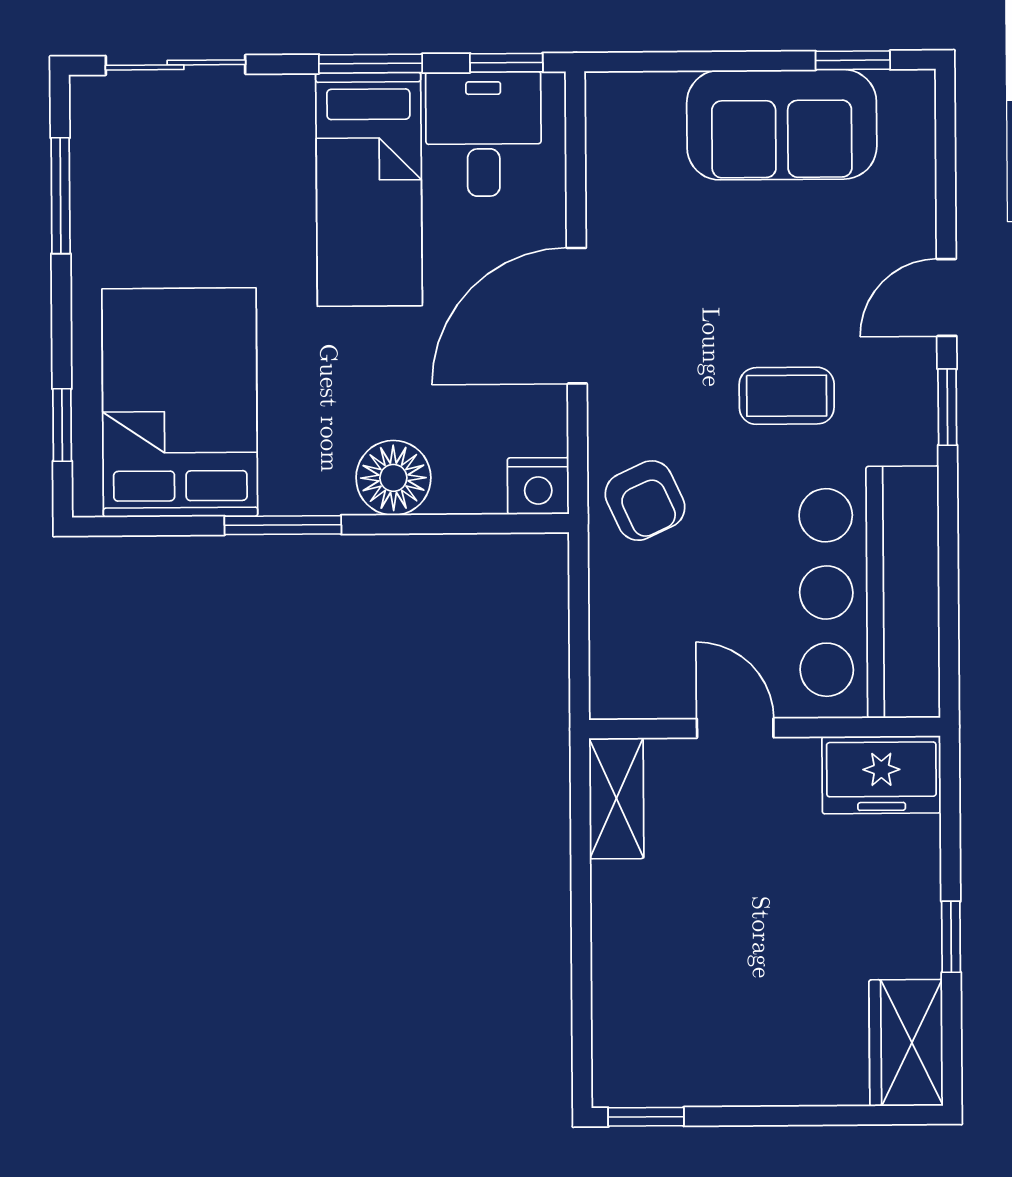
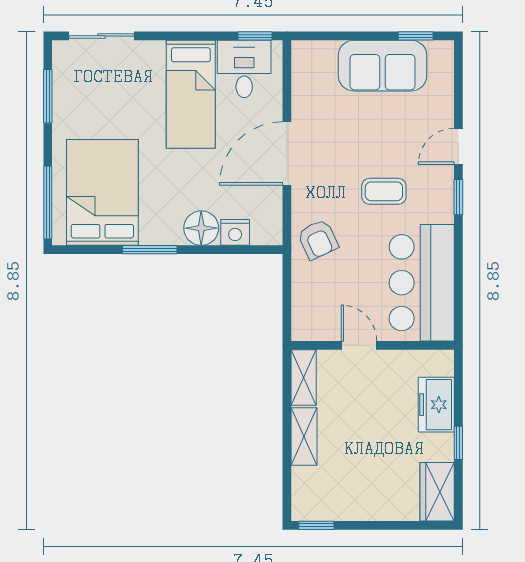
window: (371, 64) -> (192, 36), removed
window: (62, 425) -> (48, 203), width x2.17
nightstand: (538, 486) -> (235, 232), moved
freezer: (881, 775) -> (436, 405), moved, turned 90
shelving: (618, 926) -> (304, 437), added

